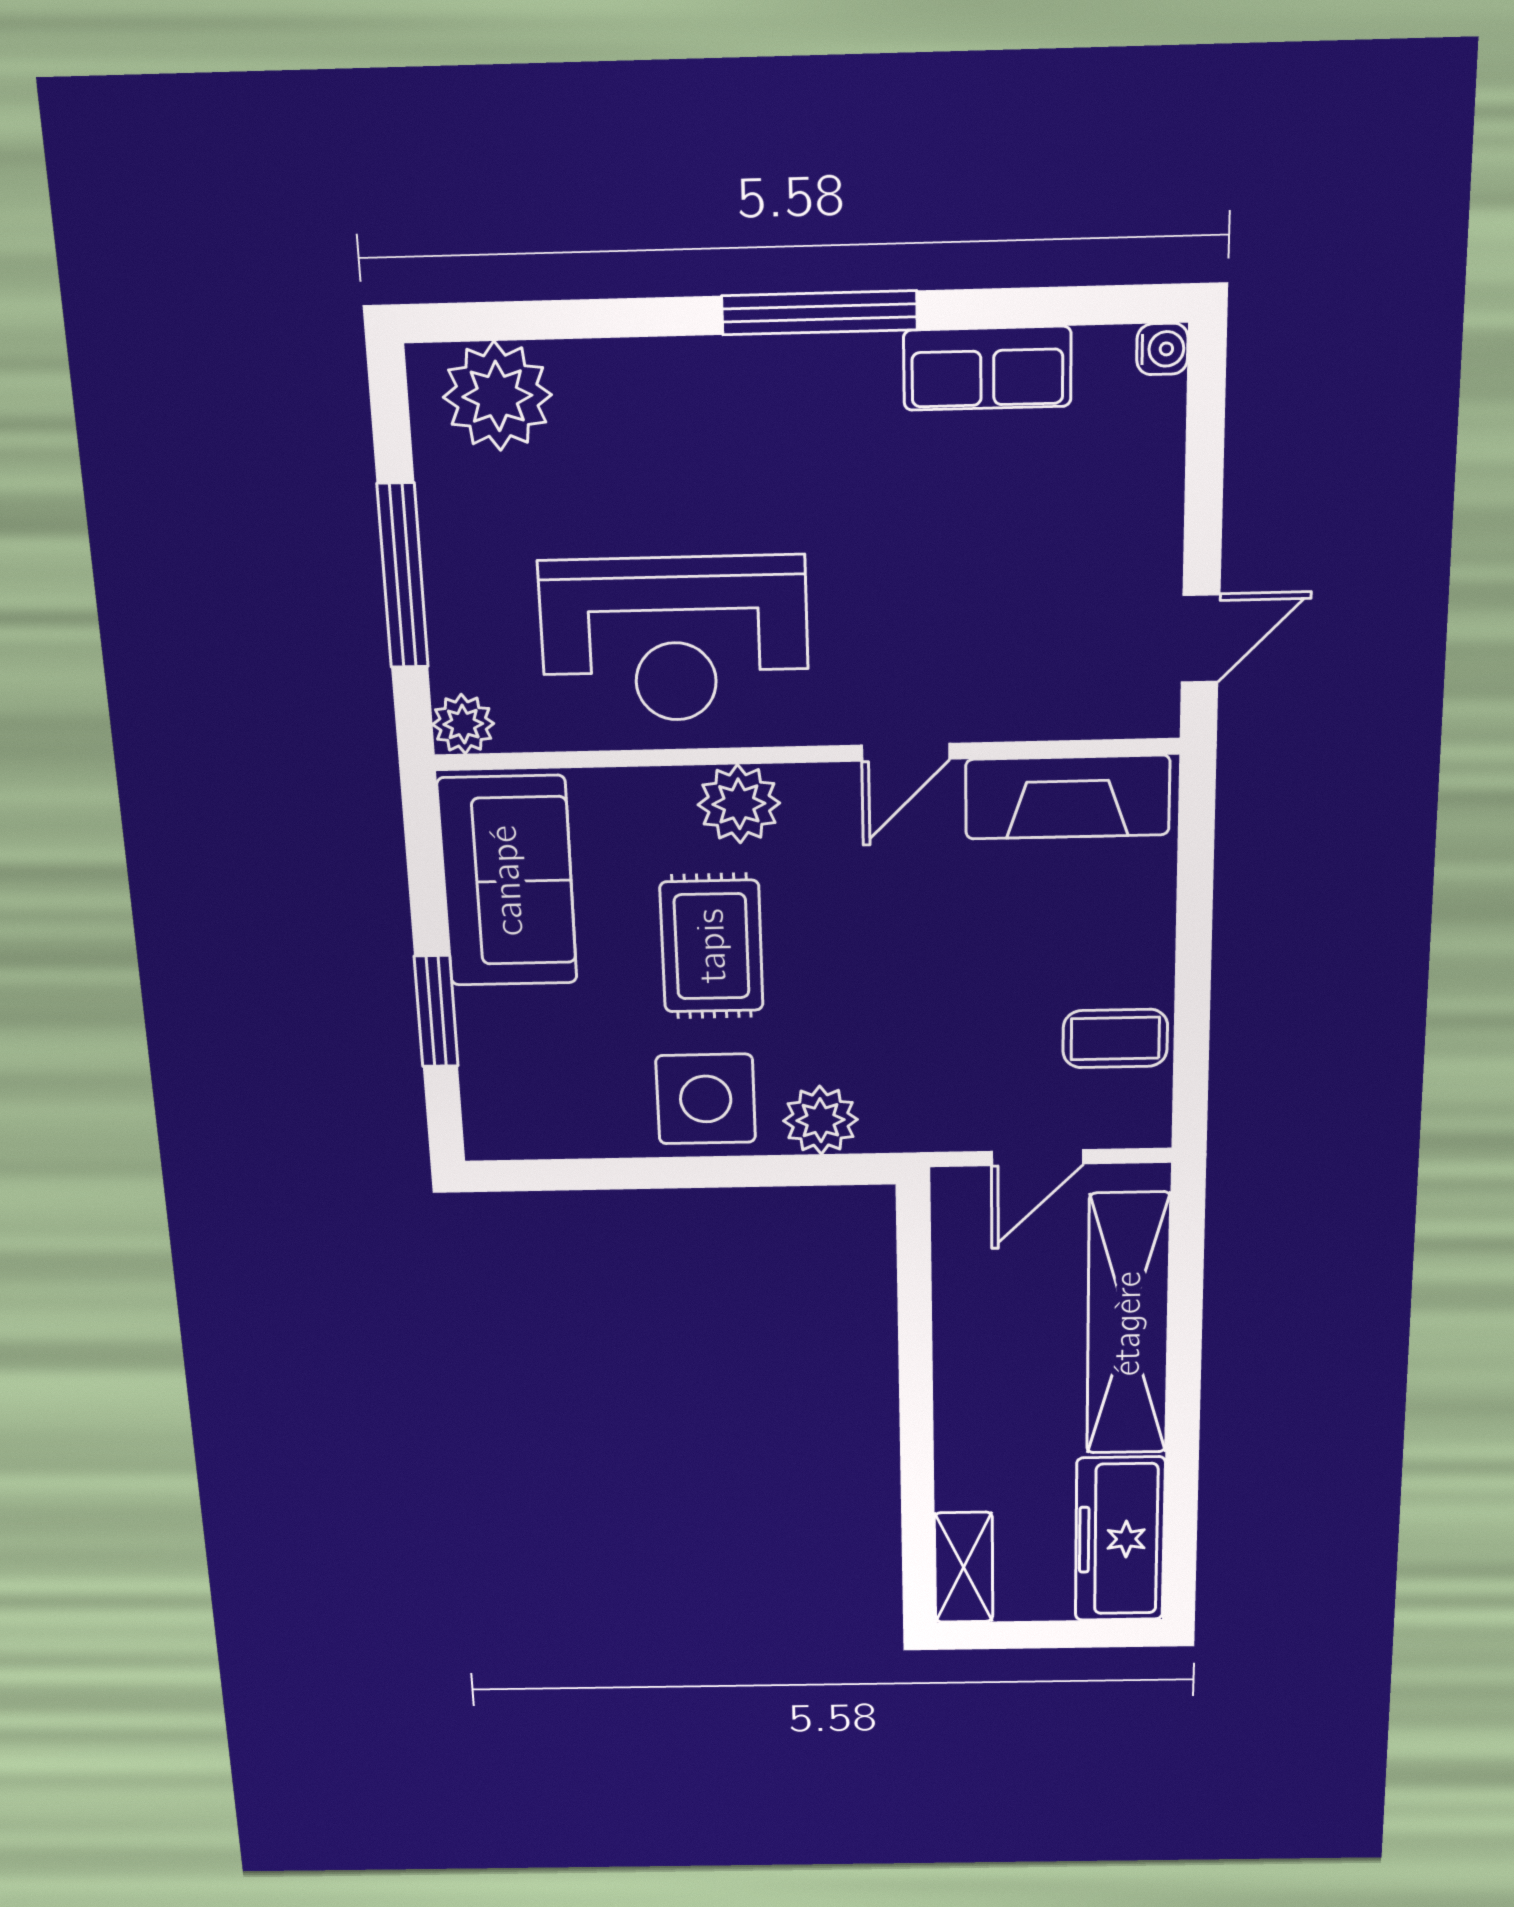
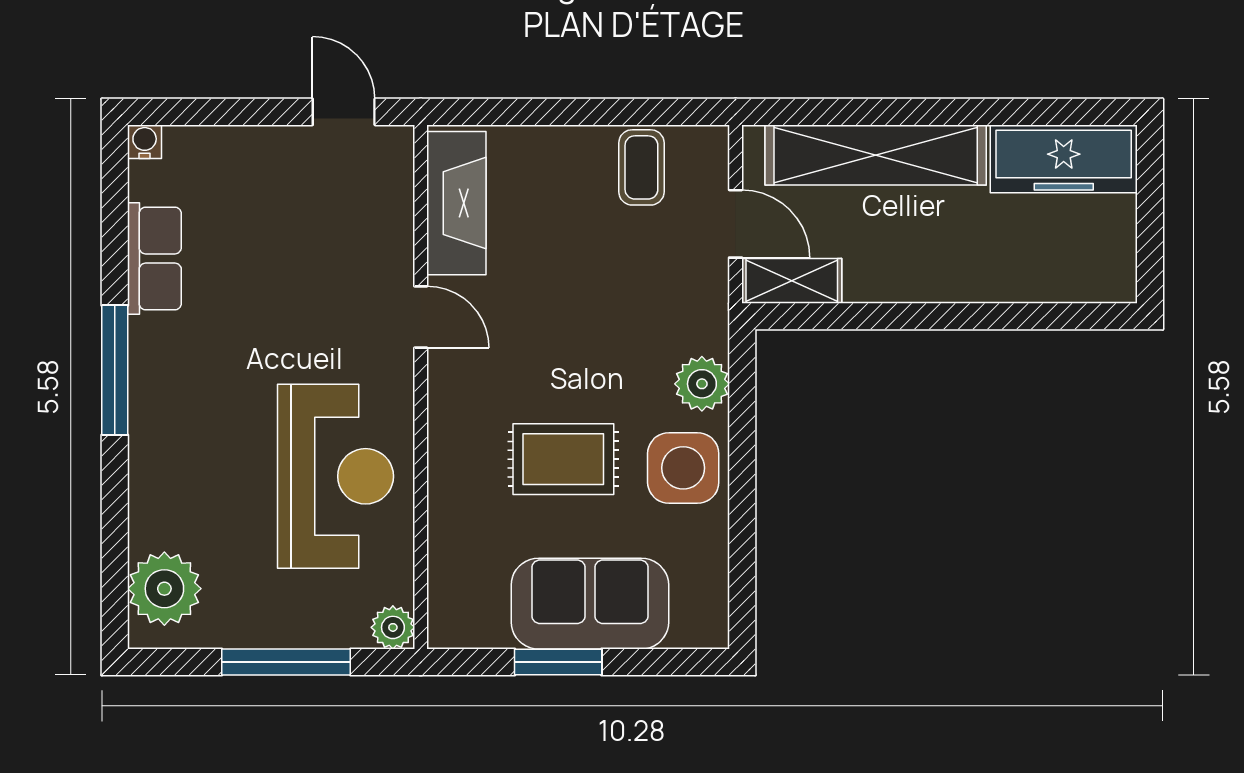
plant: (739, 804) -> (456, 436), removed
sofa: (507, 881) -> (590, 604), moved
window: (436, 1011) -> (558, 662), moved
shelving: (964, 1567) -> (792, 281), moved

